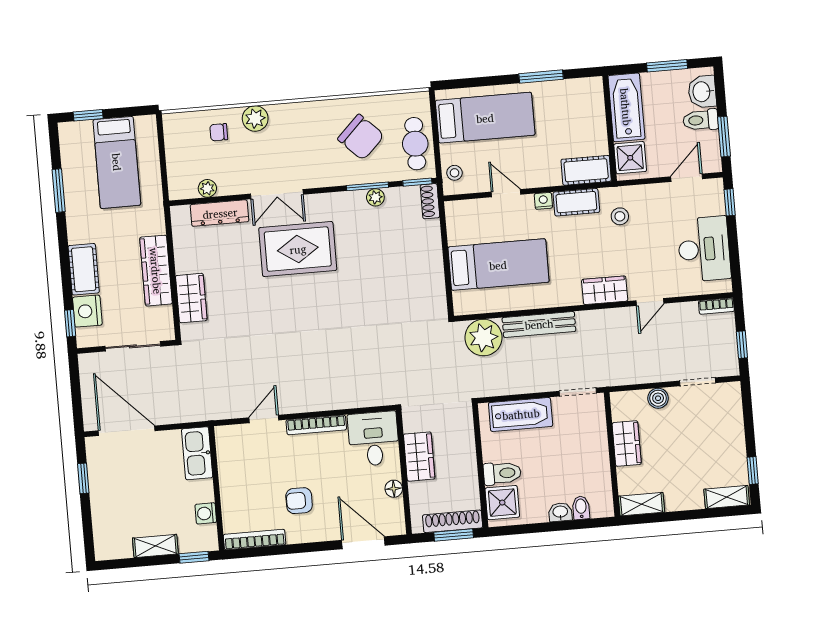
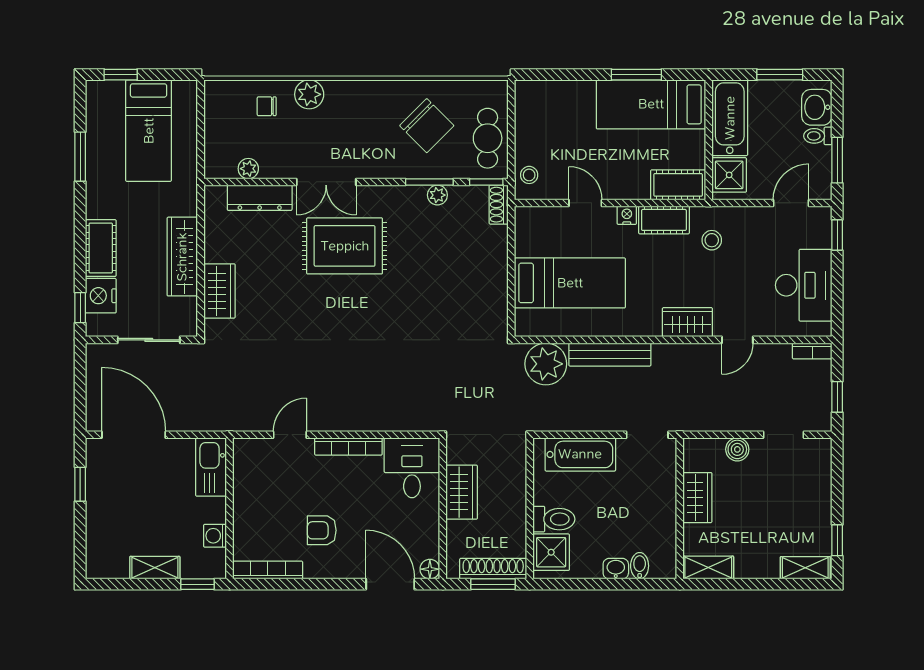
bed: (485, 118) -> (651, 104), moved, turned 180
toilet: (701, 120) -> (818, 136), width x0.73, depth x0.72
floor lamp: (394, 489) -> (430, 569), moved

